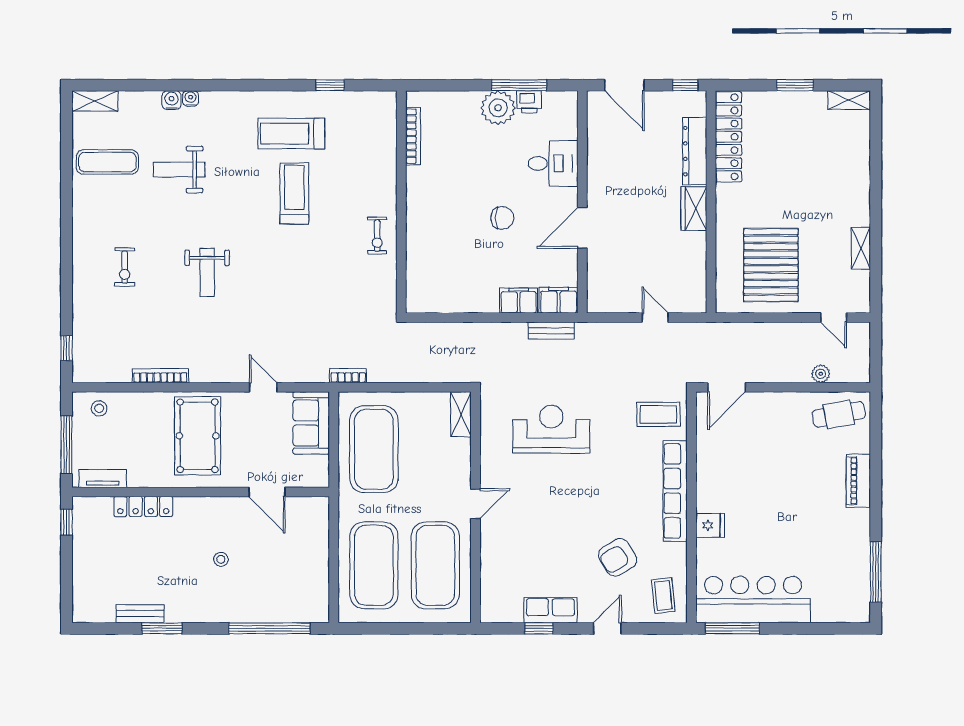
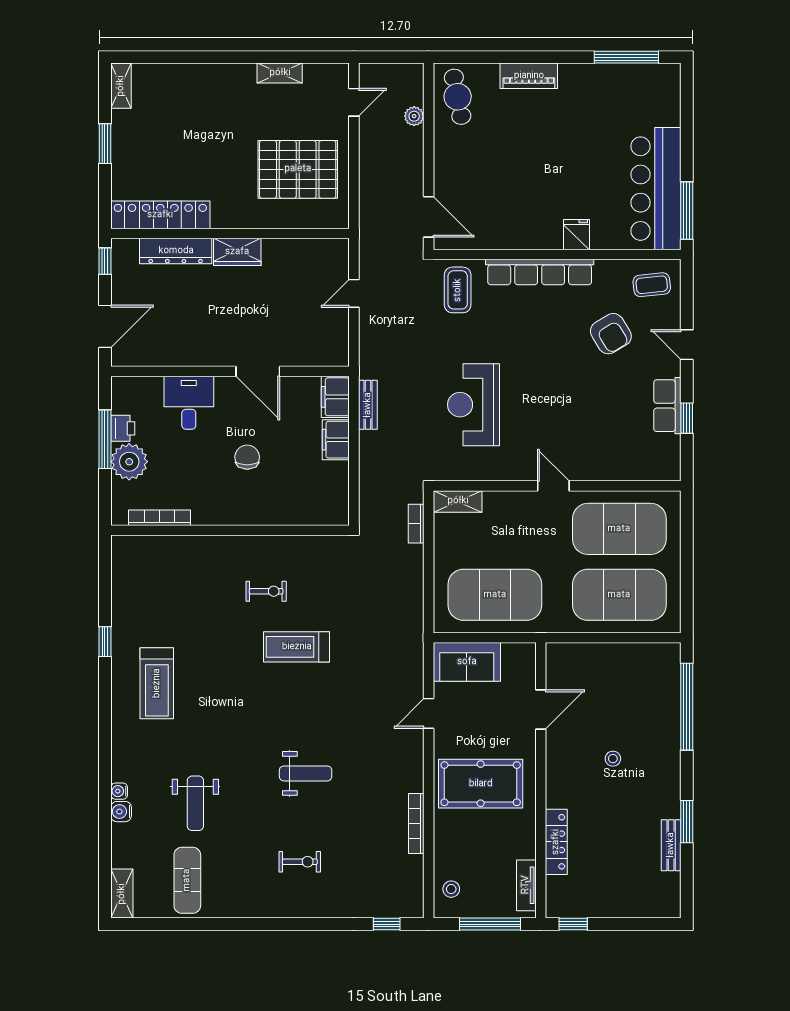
bookcase: (413, 136) -> (160, 518), moved
treadmill: (294, 193) -> (297, 647), moved
wall: (401, 202) -> (230, 530), moved
bookcase: (348, 376) -> (416, 524), moved

